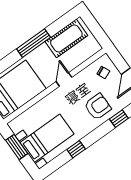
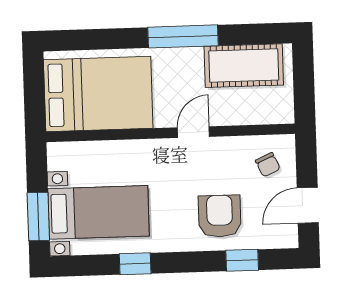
armchair: (98, 107) -> (220, 216), turned -90
window: (17, 147) -> (38, 216), moved

